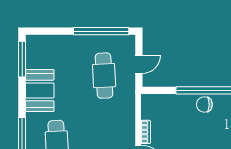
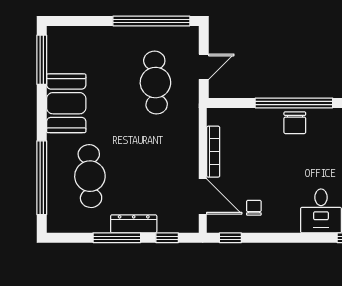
chair: (204, 105) -> (295, 123), turned -90
bookcase: (146, 132) -> (213, 152), width x1.56

